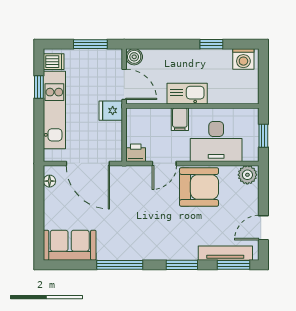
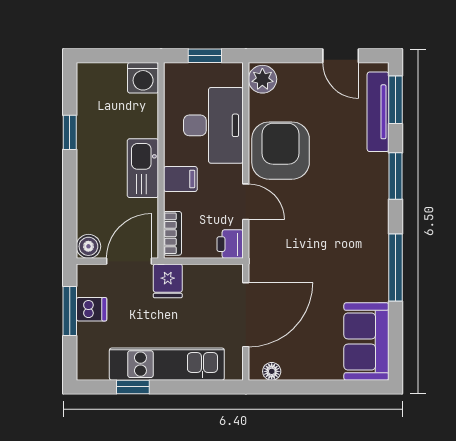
washing machine: (243, 59) -> (143, 78), moved, turned 90
dishwasher: (54, 62) -> (92, 309), moved, turned 90
bookcase: (143, 114) -> (173, 233), added

